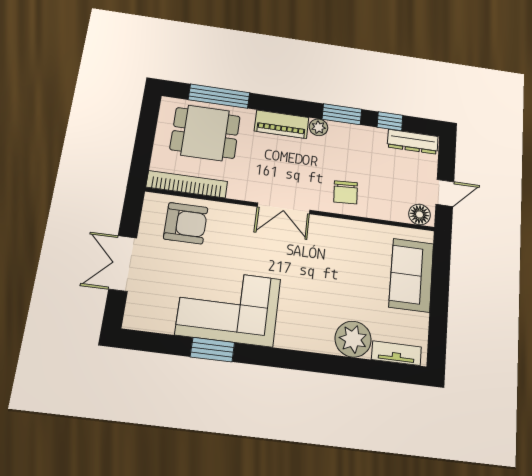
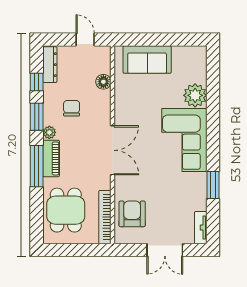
window: (219, 96) -> (37, 166), moved
chair: (346, 192) -> (72, 108), moved, turned -87
double door: (284, 208) -> (112, 150), width x1.37
floor lamp: (420, 214) -> (103, 82), moved
corner sofa: (228, 307) -> (184, 140), moved
tv unit: (396, 353) -> (201, 228), moved

